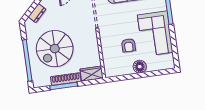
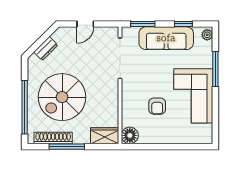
floor lamp: (140, 67) -> (130, 135), moved
shoe rack: (66, 79) -> (53, 138), moved

